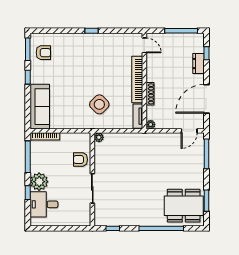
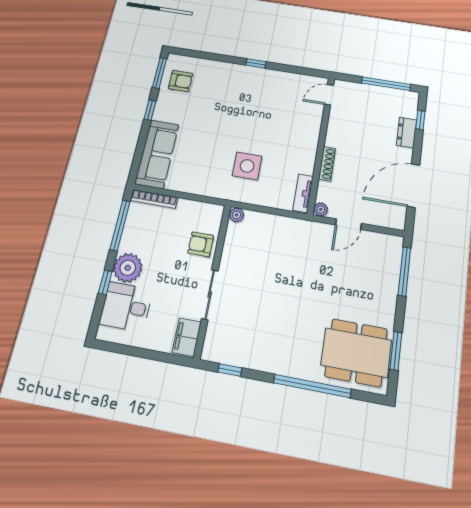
door: (144, 45) -> (329, 95), swing flipped
bookcase: (137, 80) -> (311, 140), removed
side table: (99, 104) -> (247, 166), turned 45
door: (189, 131) -> (348, 224), moved
filing cabinet: (84, 215) -> (187, 337), added

